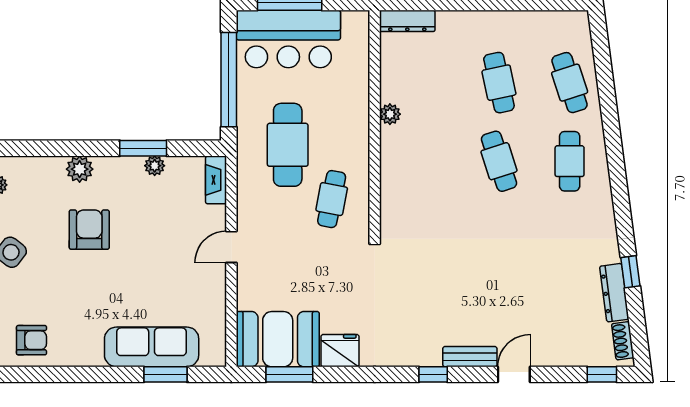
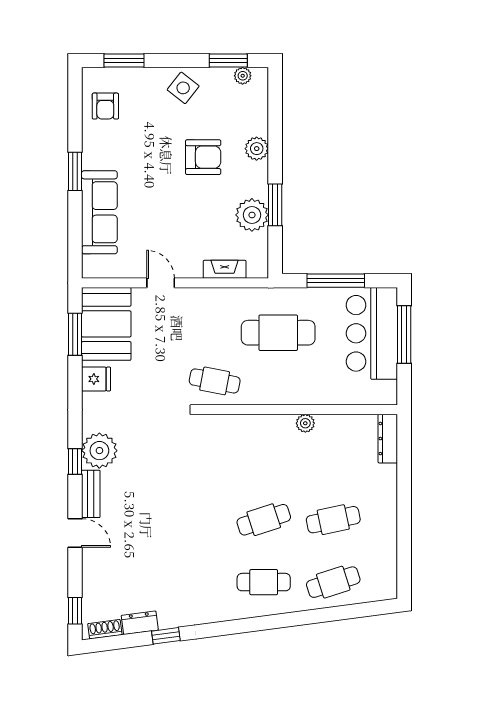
window: (229, 80) -> (336, 281), width x0.68
plant: (155, 166) -> (252, 215), width x1.88, depth x1.88
fireplace: (216, 180) -> (225, 269), moved
cafe table: (332, 199) -> (215, 381), moved
door: (231, 247) -> (161, 283), moved
dresser: (614, 293) -> (140, 623), width x0.70
plant: (421, 347) -> (99, 451), added
fridge: (340, 351) -> (96, 379), width x0.72
window: (165, 374) -> (75, 171), moved

